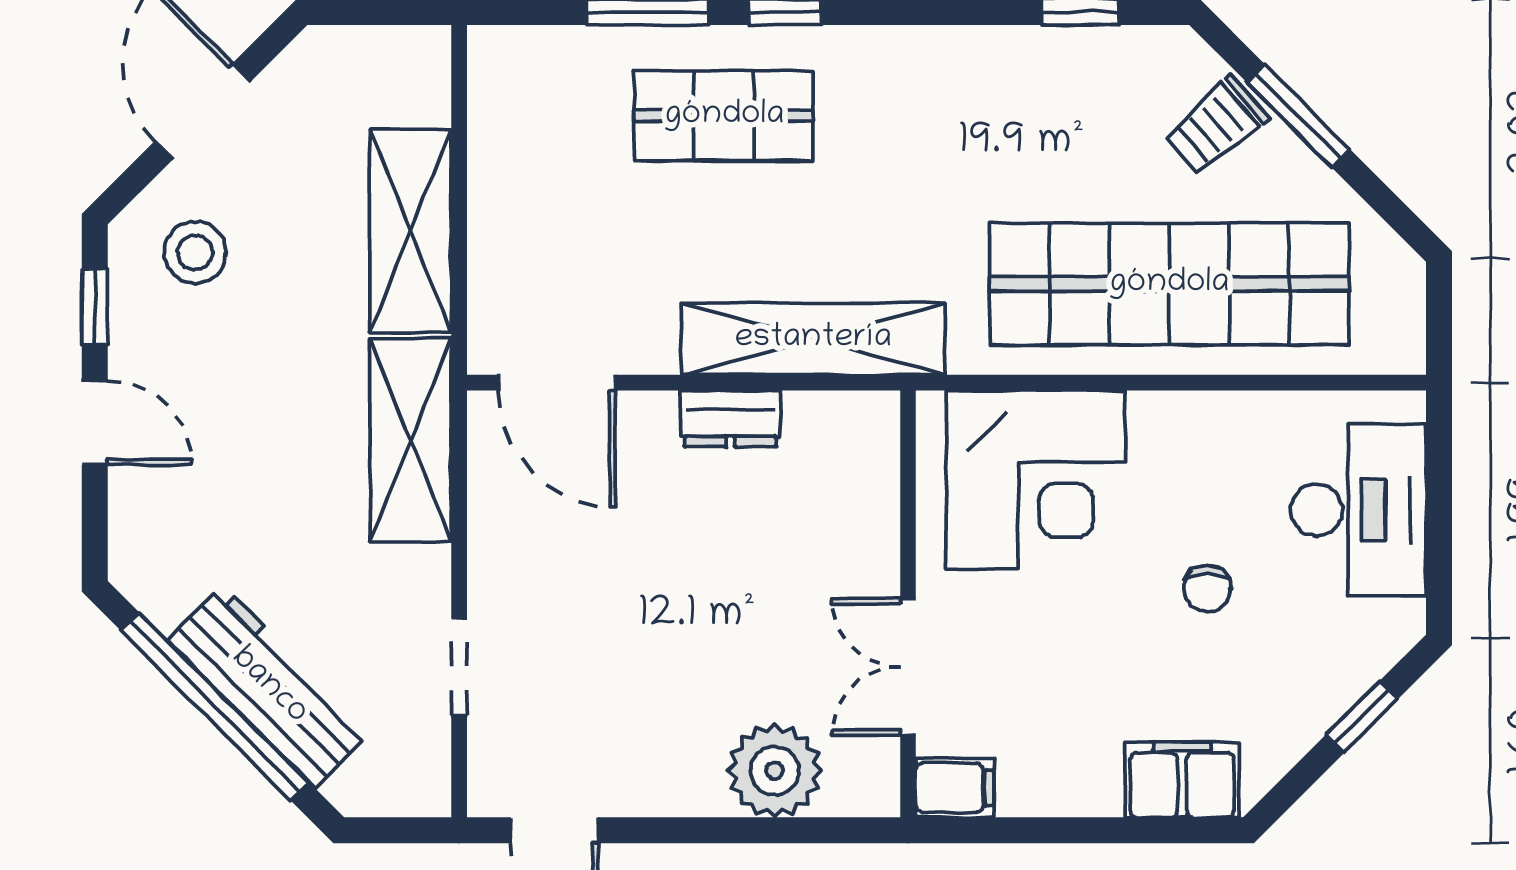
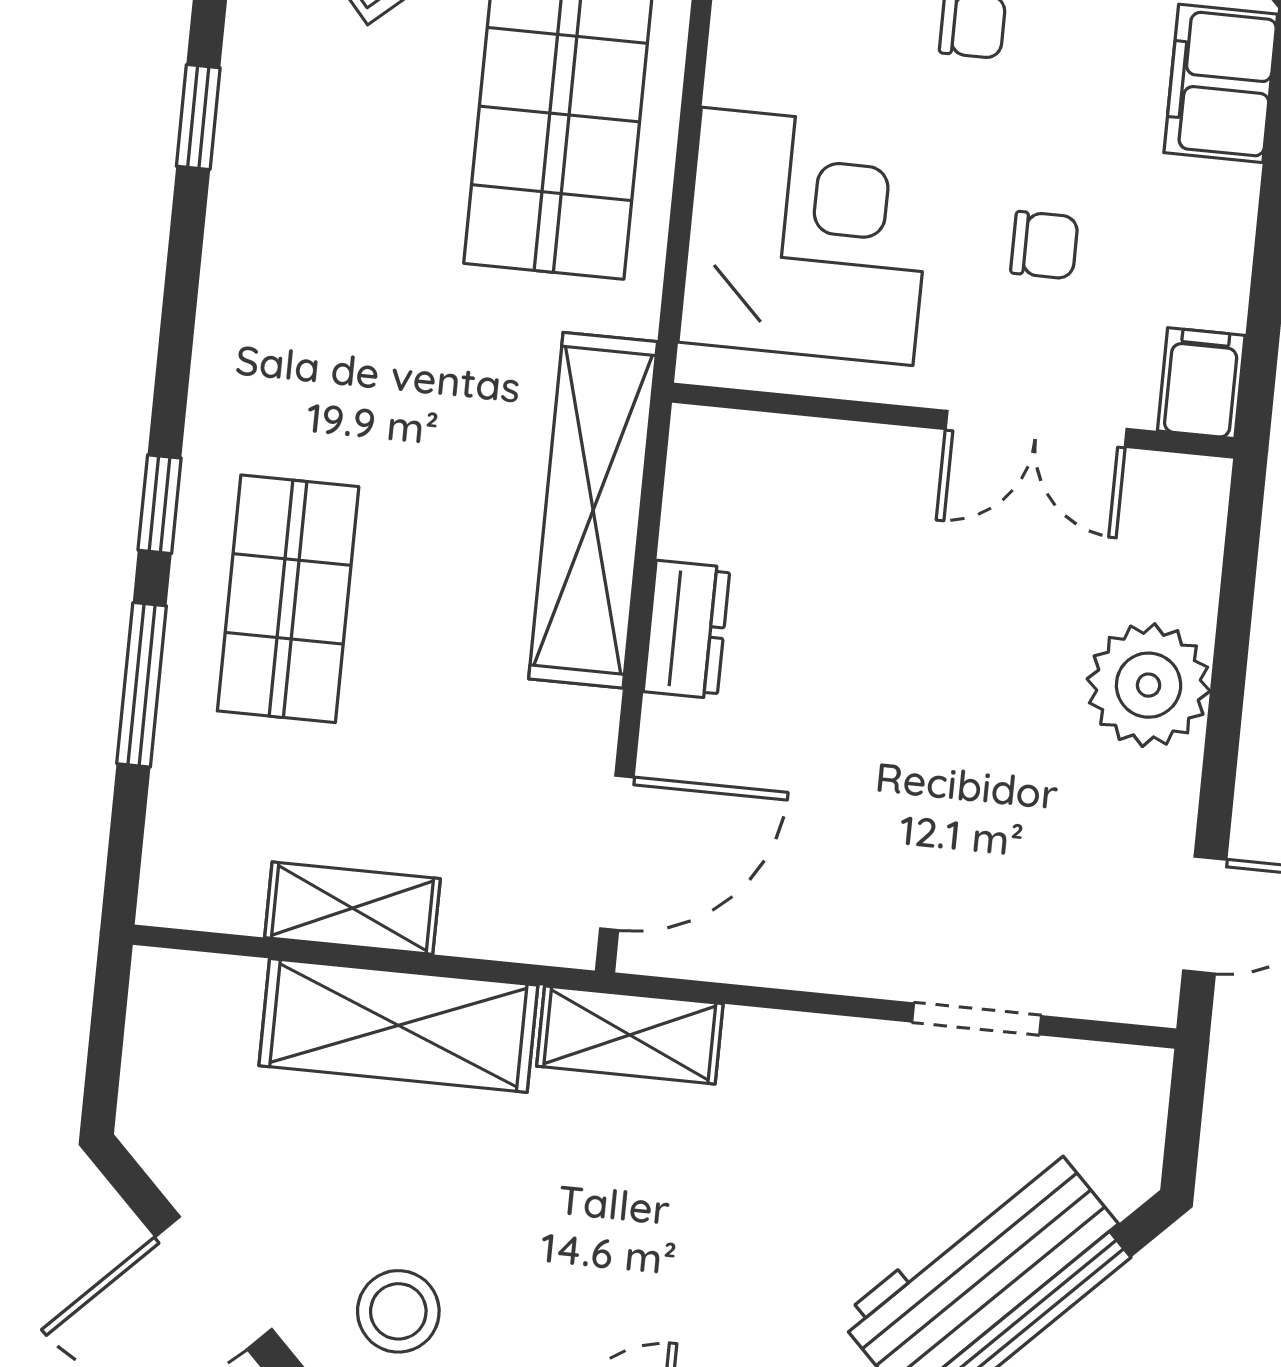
shelving: (496, 188) -> (352, 908), added
shelving: (411, 440) -> (630, 1035), width x0.67, depth x0.75
chair: (1047, 659) -> (1044, 245), added
plant: (775, 771) -> (1149, 685), moved

